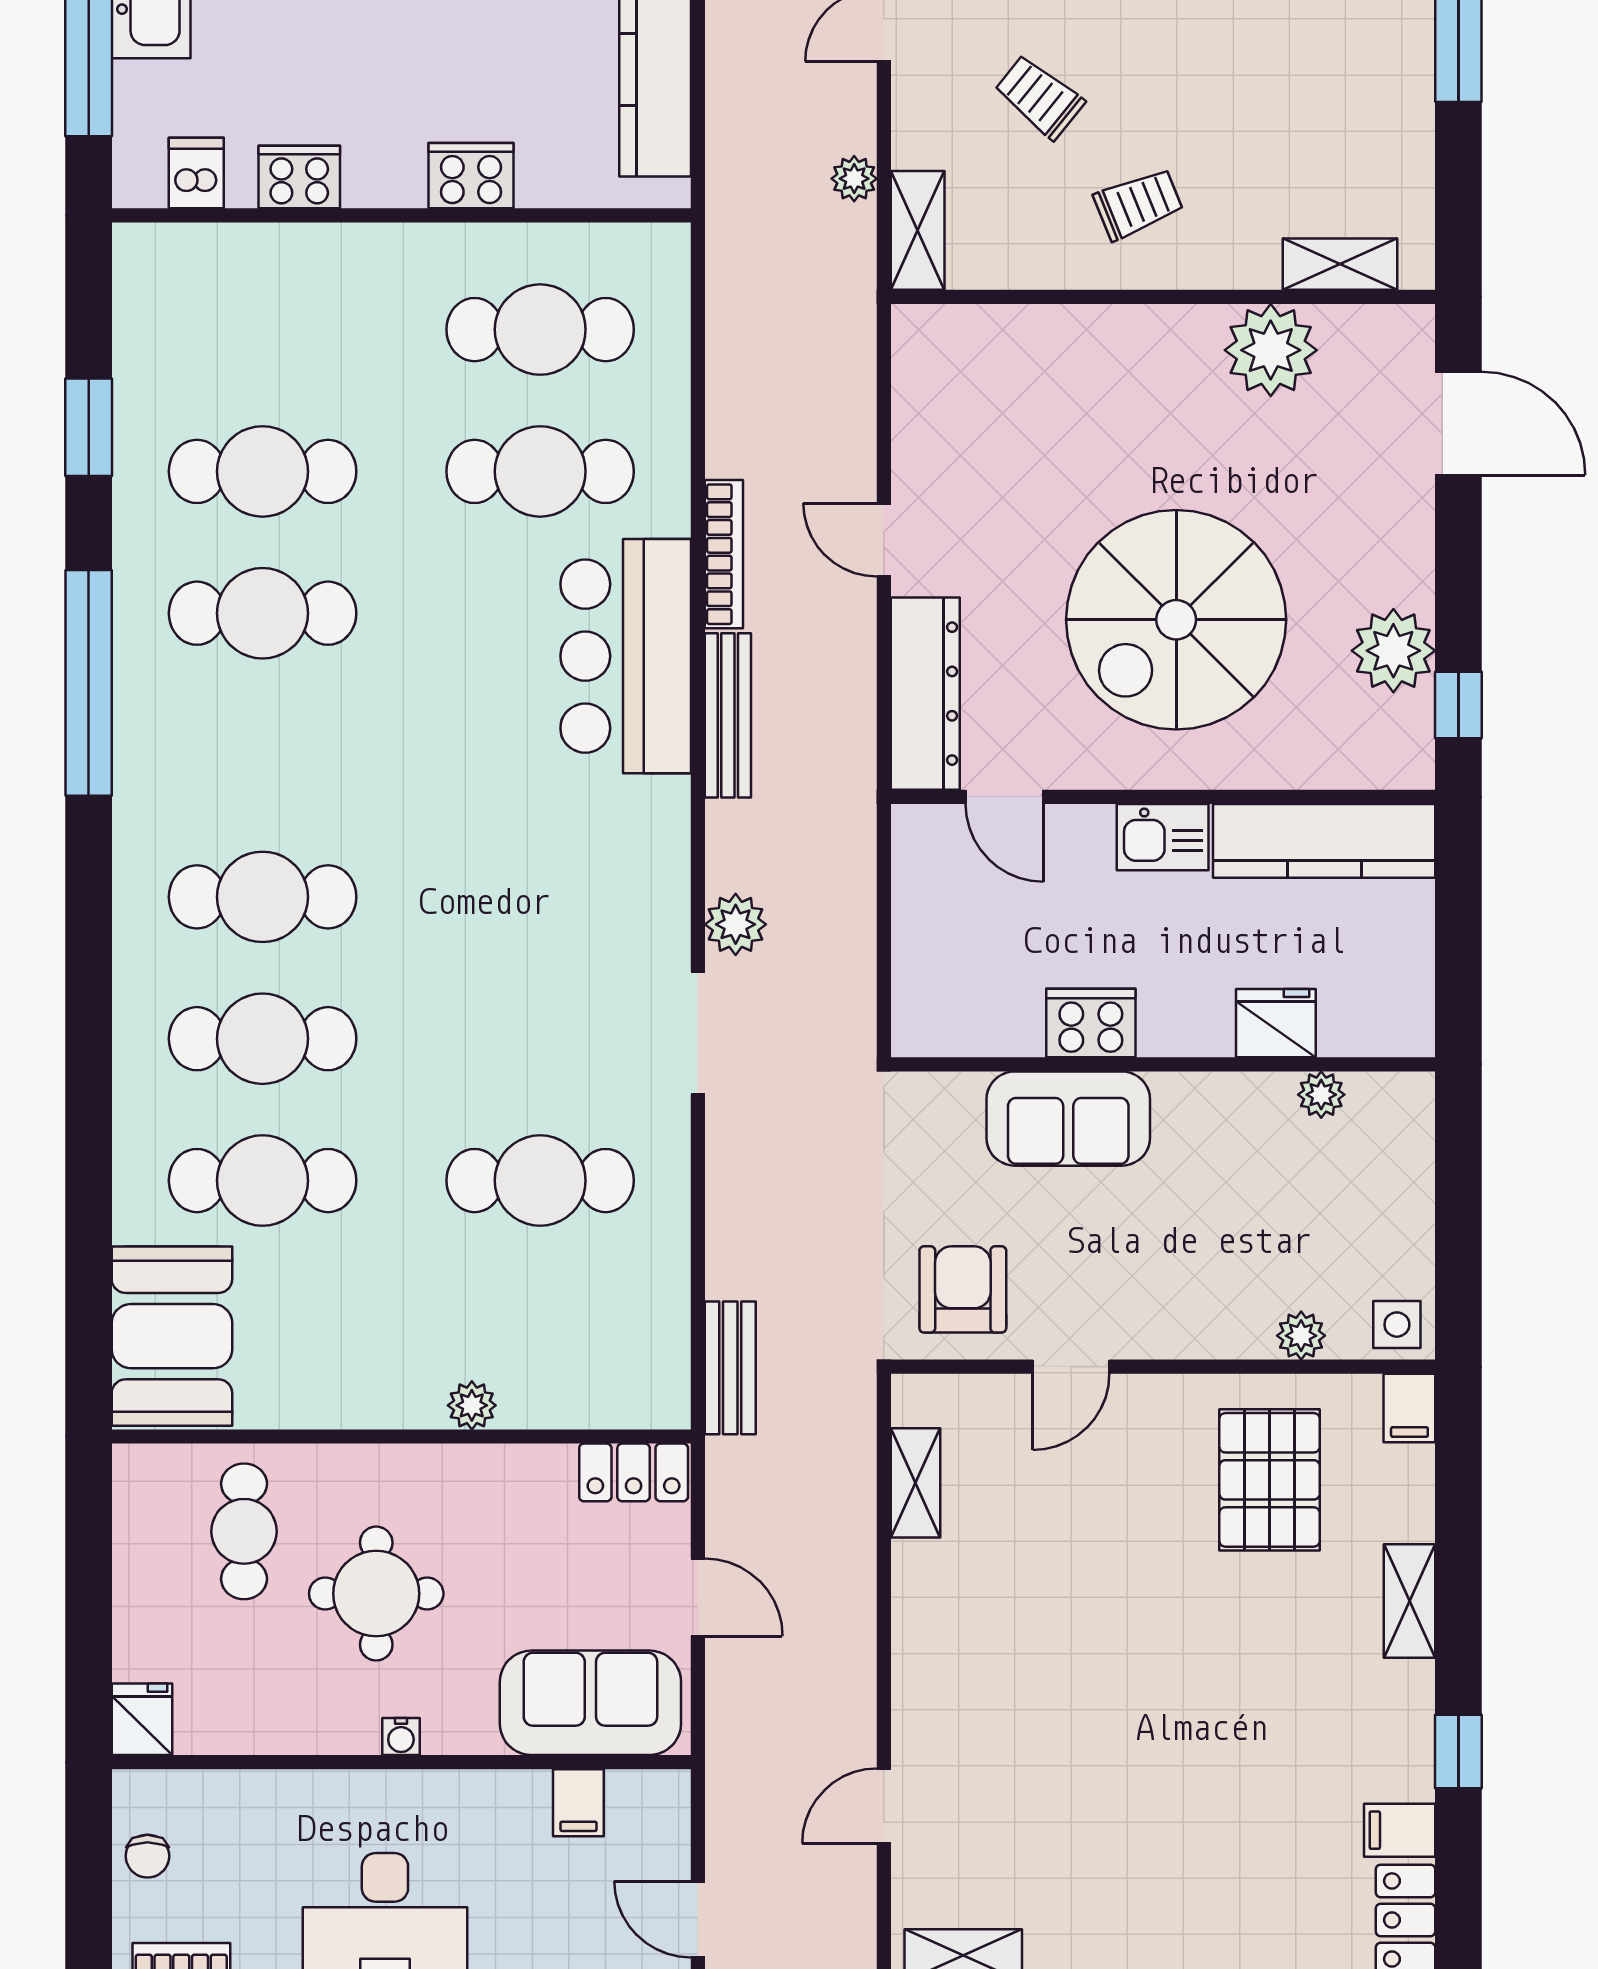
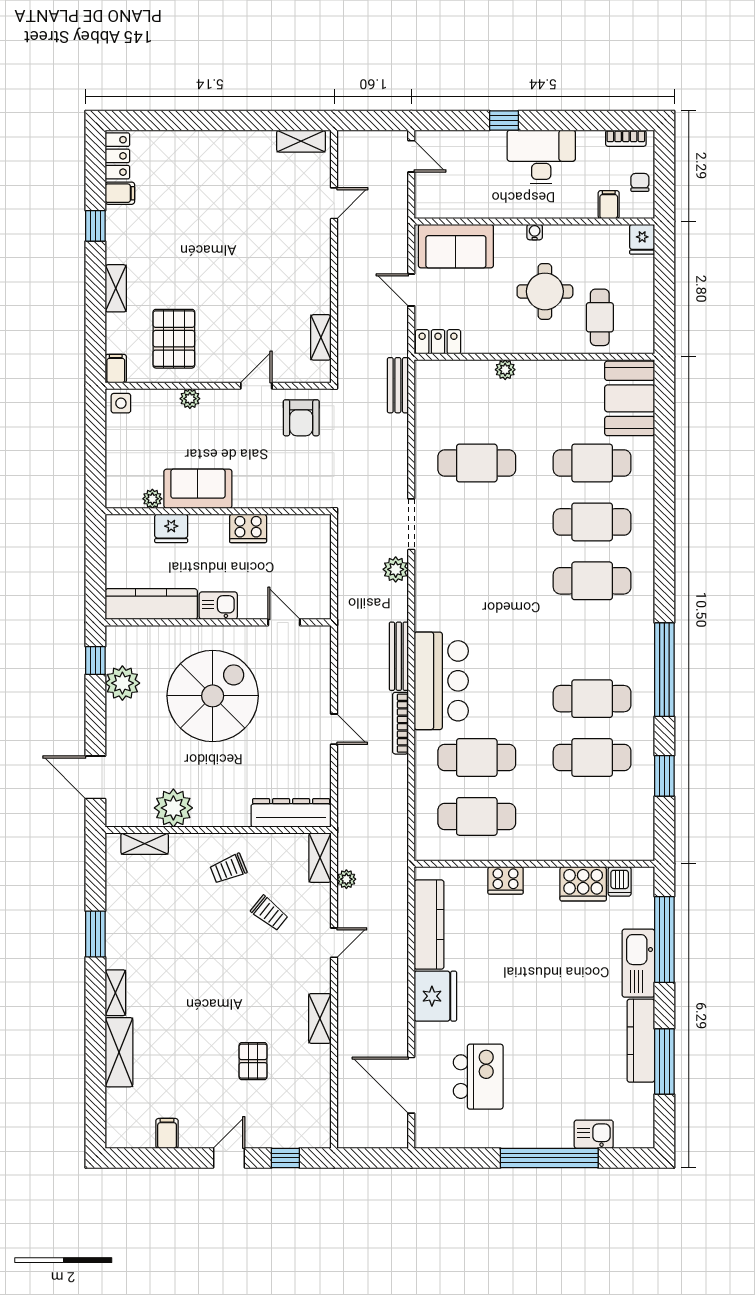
cooker: (299, 177) -> (583, 884), width x1.37, depth x1.31
dresser: (925, 694) -> (291, 813), moved, turned 90
sofa: (1068, 1119) -> (198, 489), moved
plant: (1301, 1336) -> (190, 399), moved
filing cabinet: (578, 1803) -> (609, 205), moved

